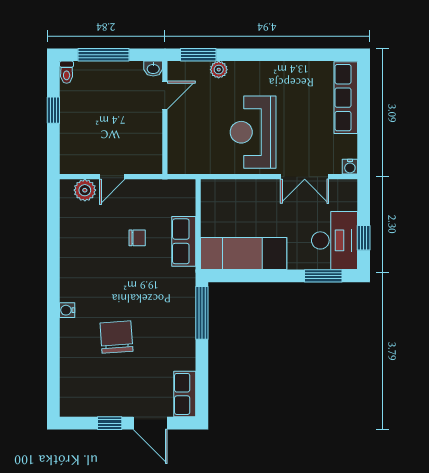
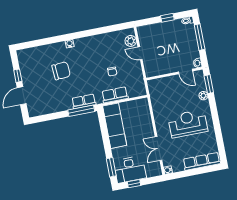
reception desk: (253, 132) -> (188, 124), moved
row of seats: (185, 394) -> (84, 101), moved

